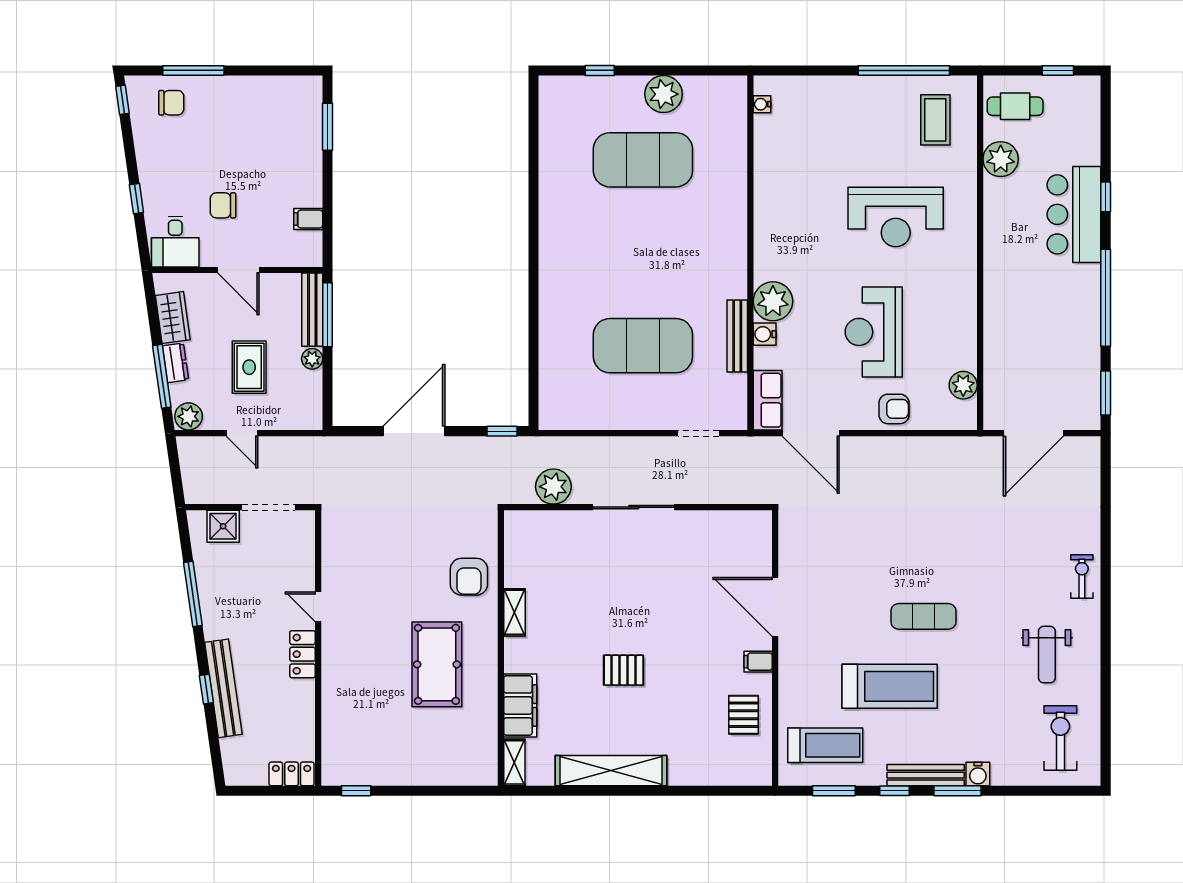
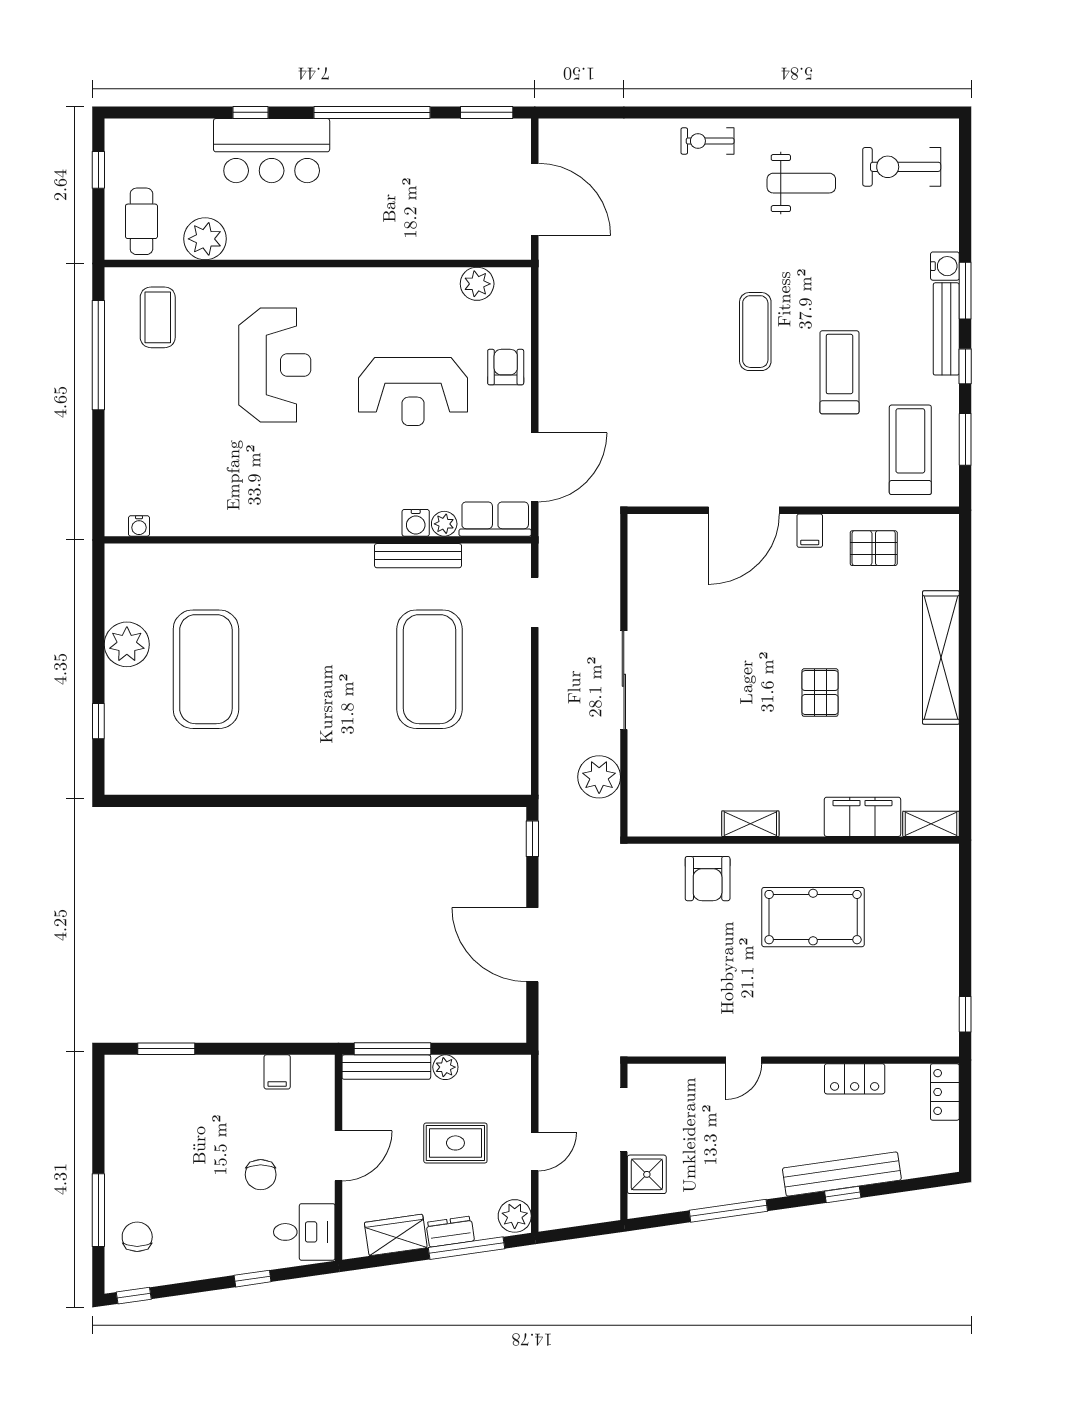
coffee table: (935, 120) -> (158, 317), turned 90
plant: (773, 301) -> (444, 524), moved, width x0.53, depth x0.53
armchair: (469, 577) -> (708, 879), turned 90
locker: (302, 654) -> (855, 1079), moved
treadmill: (890, 686) -> (839, 372), width x0.73, depth x0.73
shelving: (611, 771) -> (941, 658), moved

